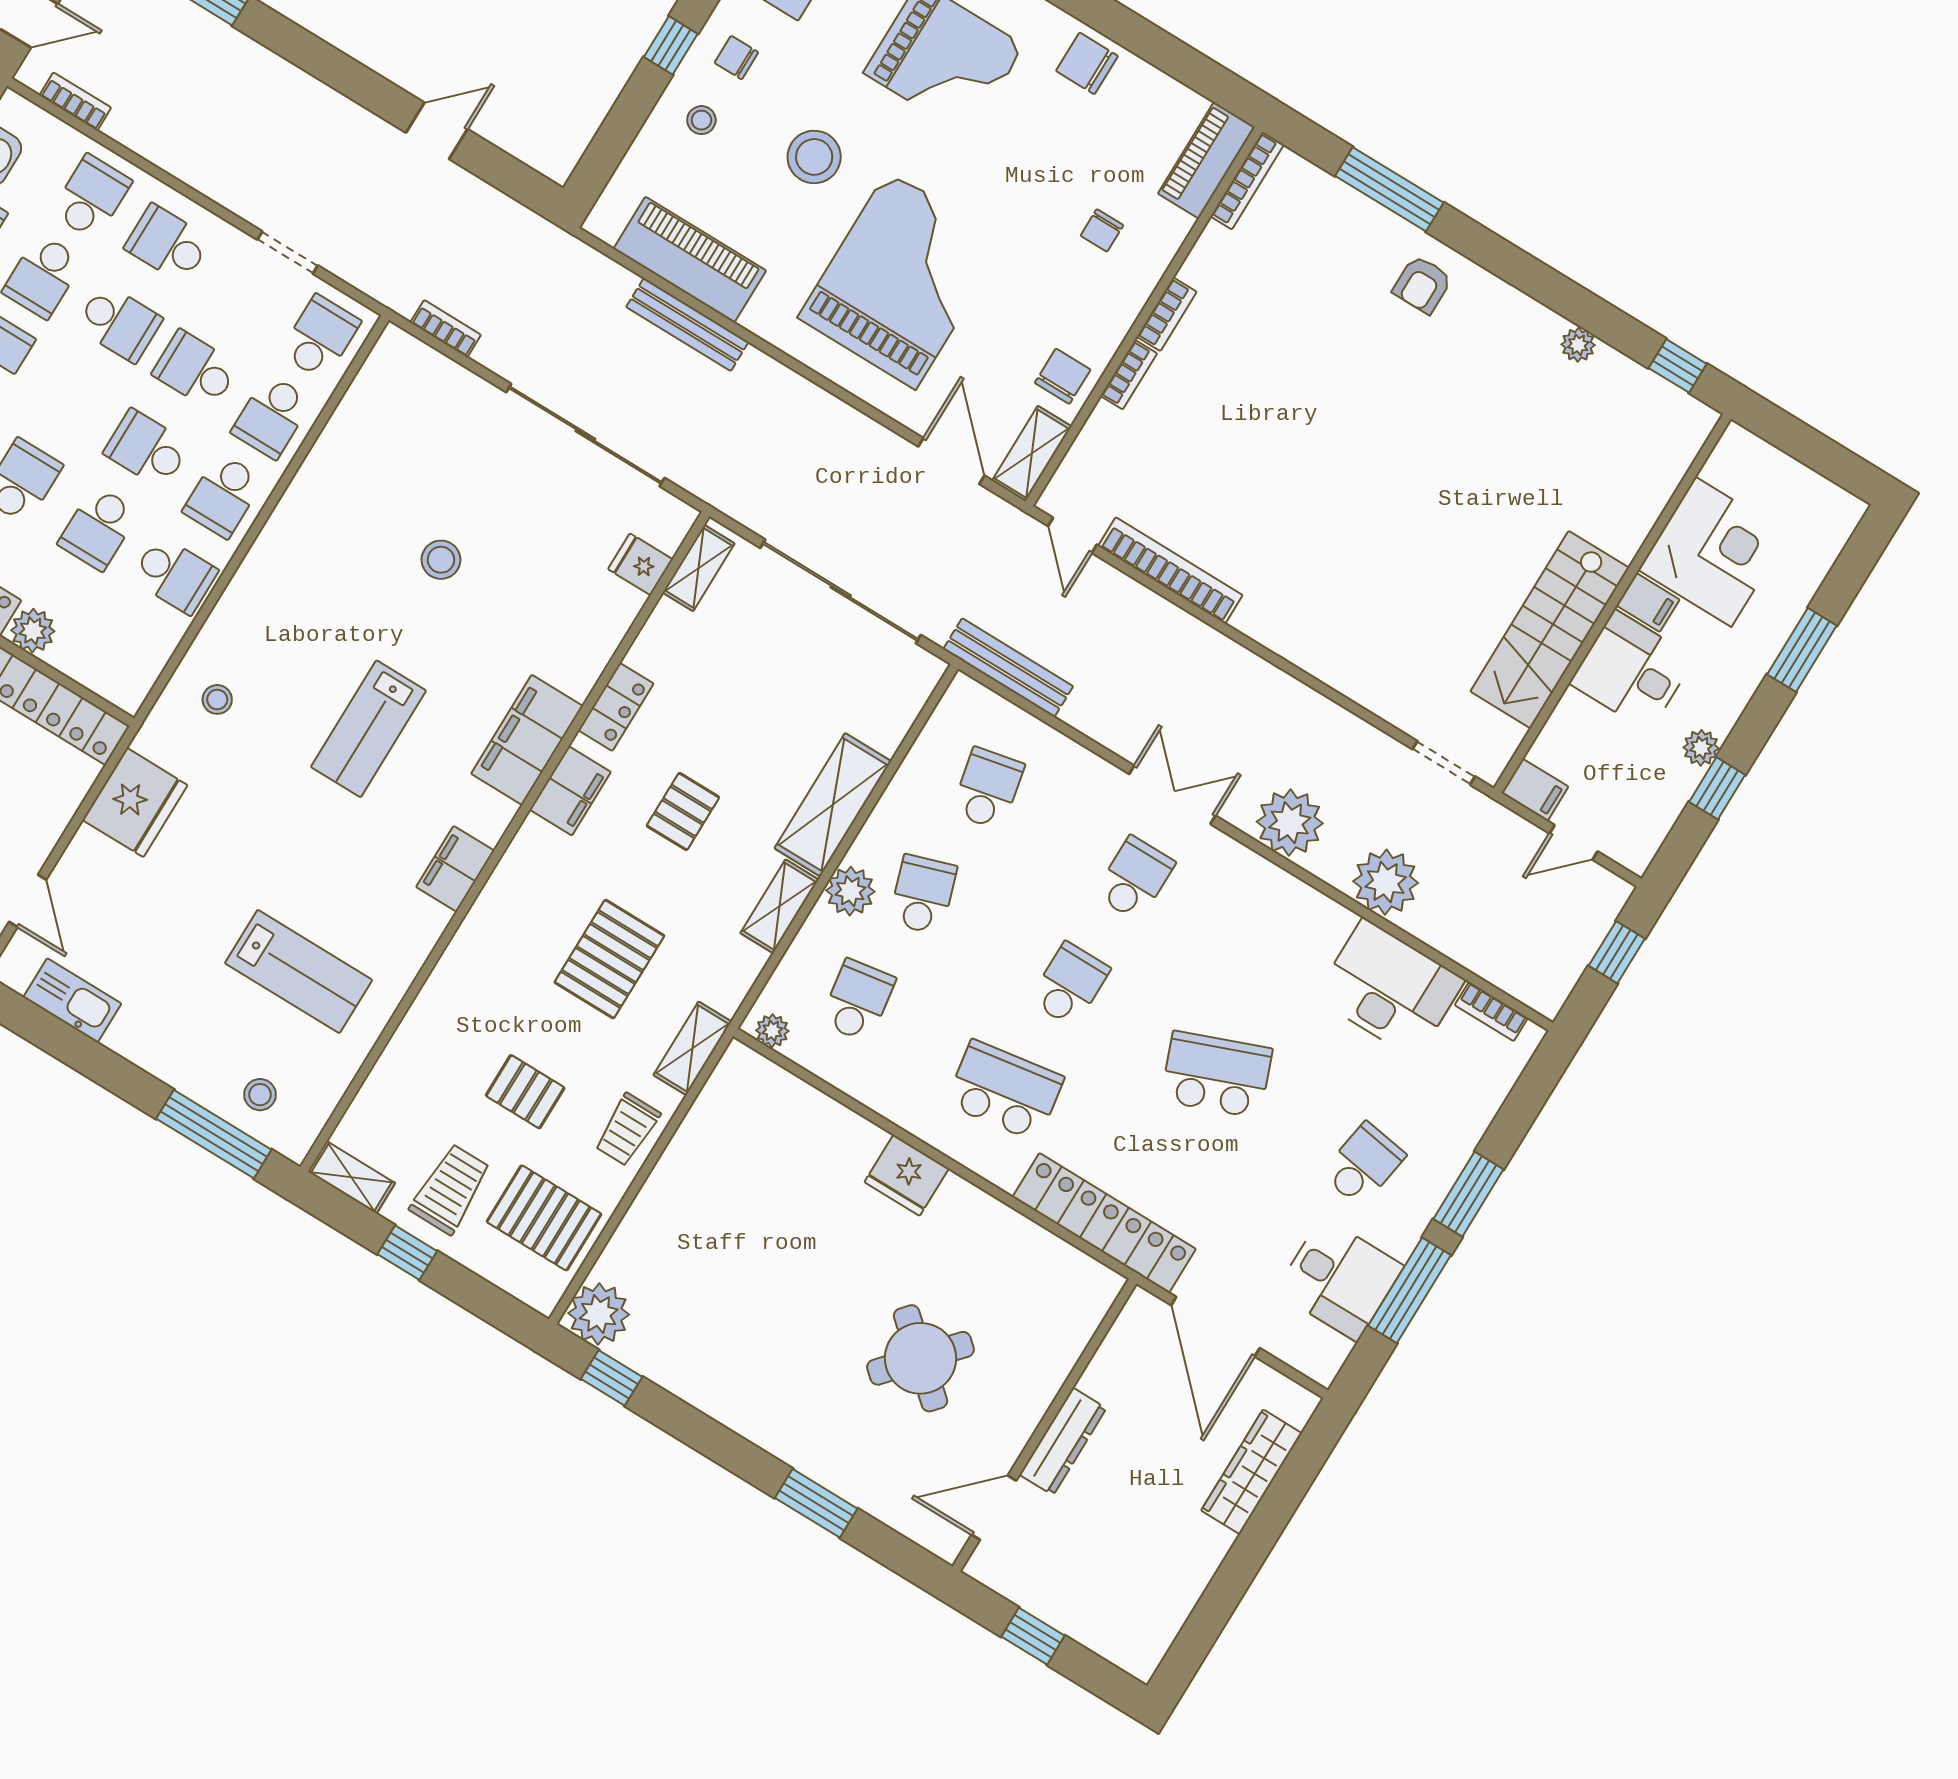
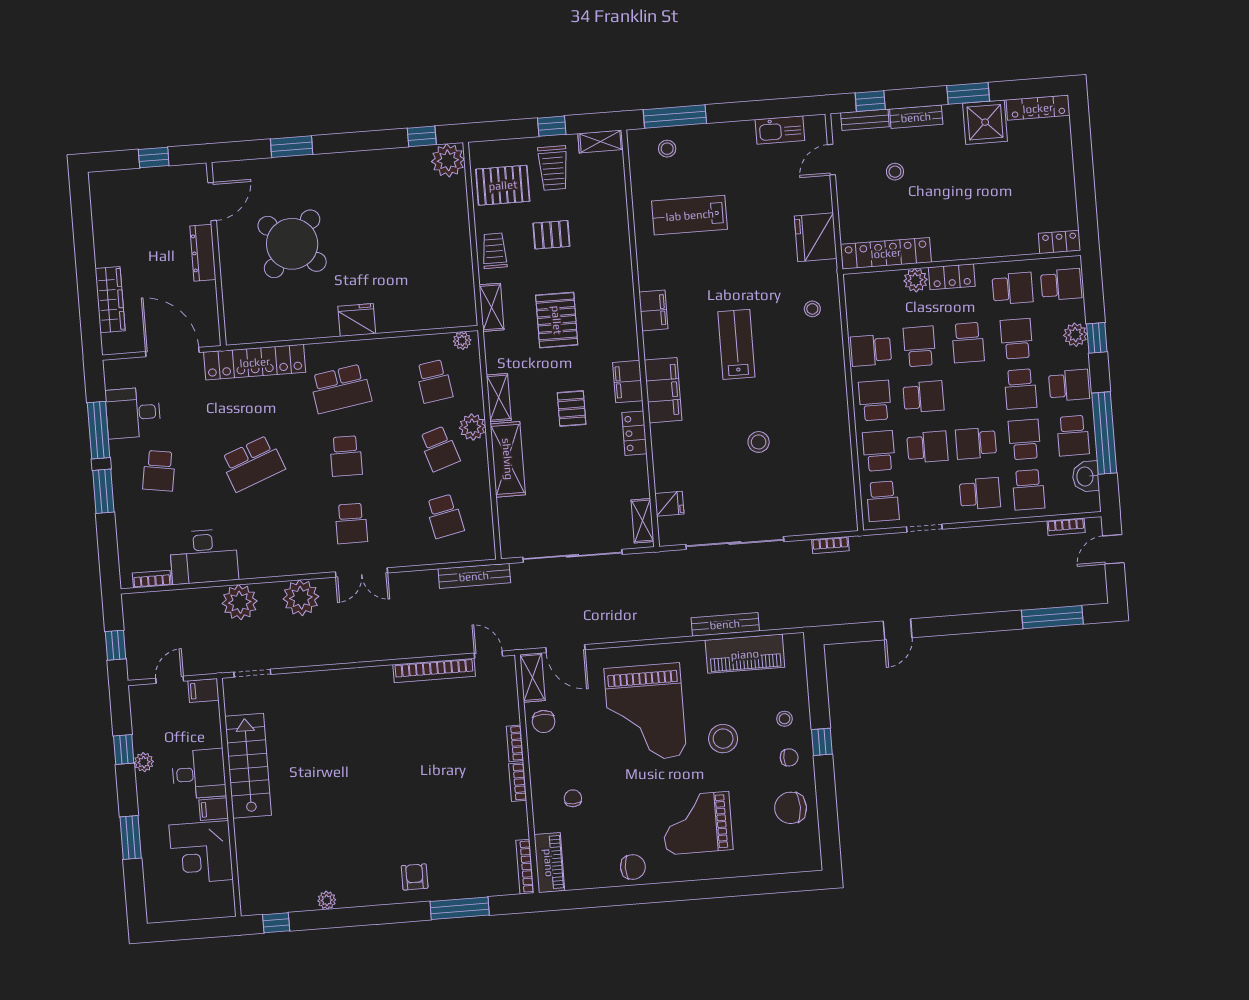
door: (28, 901) -> (831, 160), hinge flipped
round table: (920, 1358) -> (292, 244), width x1.36, depth x1.36

